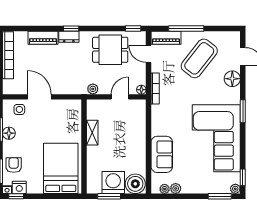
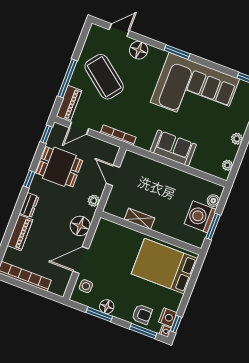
window: (71, 28) -> (29, 179), moved
dining table: (110, 50) -> (59, 167), turned 90
floor lamp: (141, 90) -> (80, 226), moved, width x1.89, depth x1.89
sofa: (162, 154) -> (173, 148), moved
armchair: (14, 165) -> (142, 314), turned 180
boiler: (135, 184) -> (213, 201), width x0.54, depth x0.54
plant: (176, 188) -> (237, 139), moved

